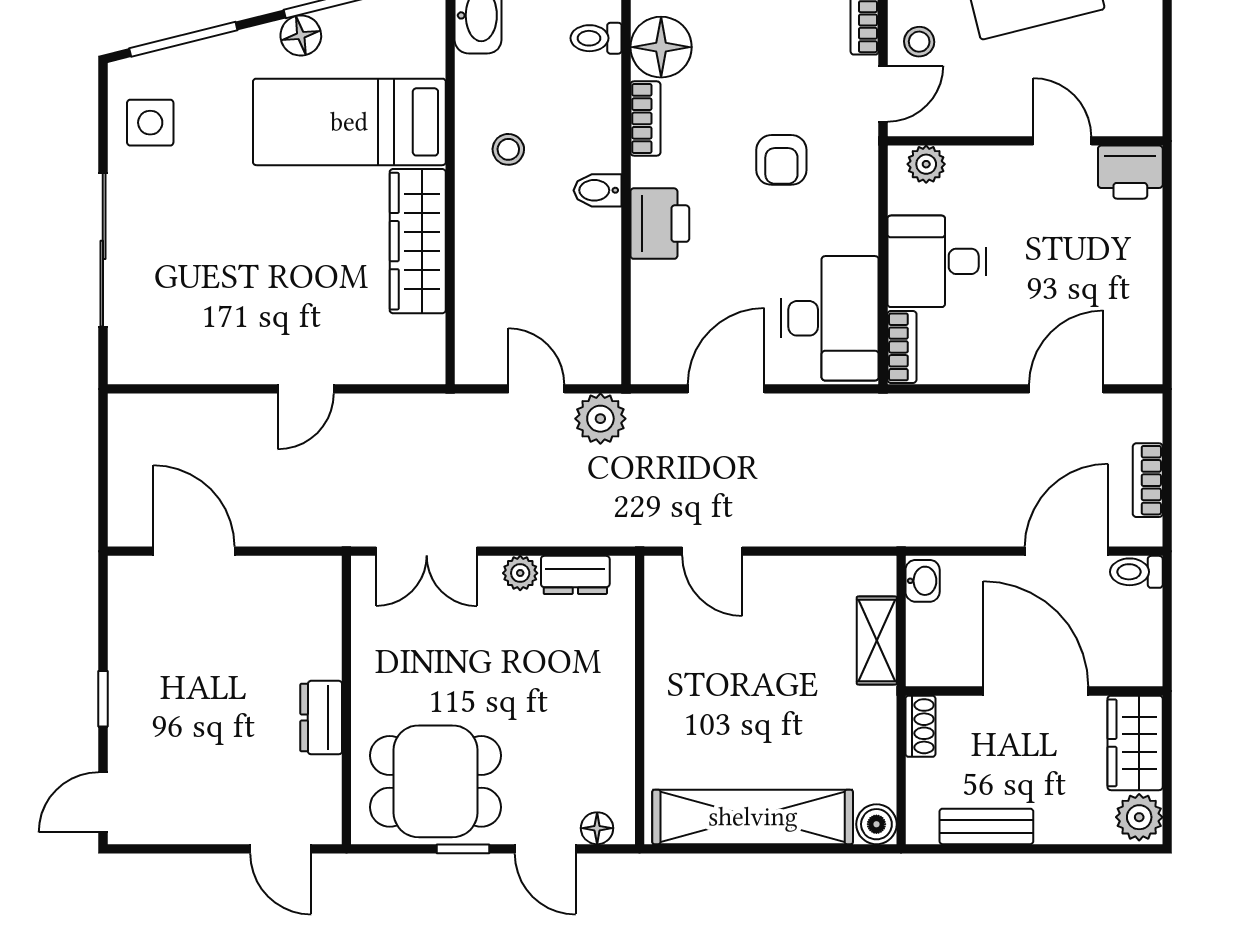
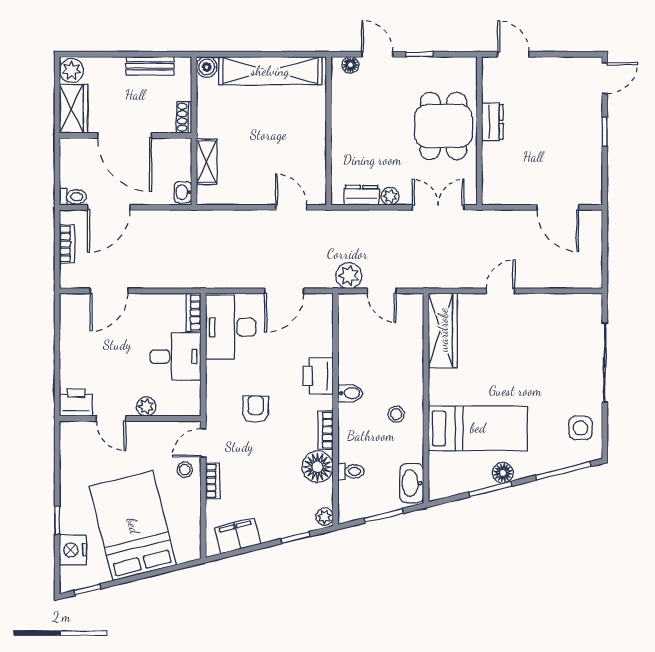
plant: (926, 164) -> (146, 407), moved
wardrobe: (418, 241) -> (443, 330), moved
dining table: (436, 781) -> (443, 126), moved, turned 90

